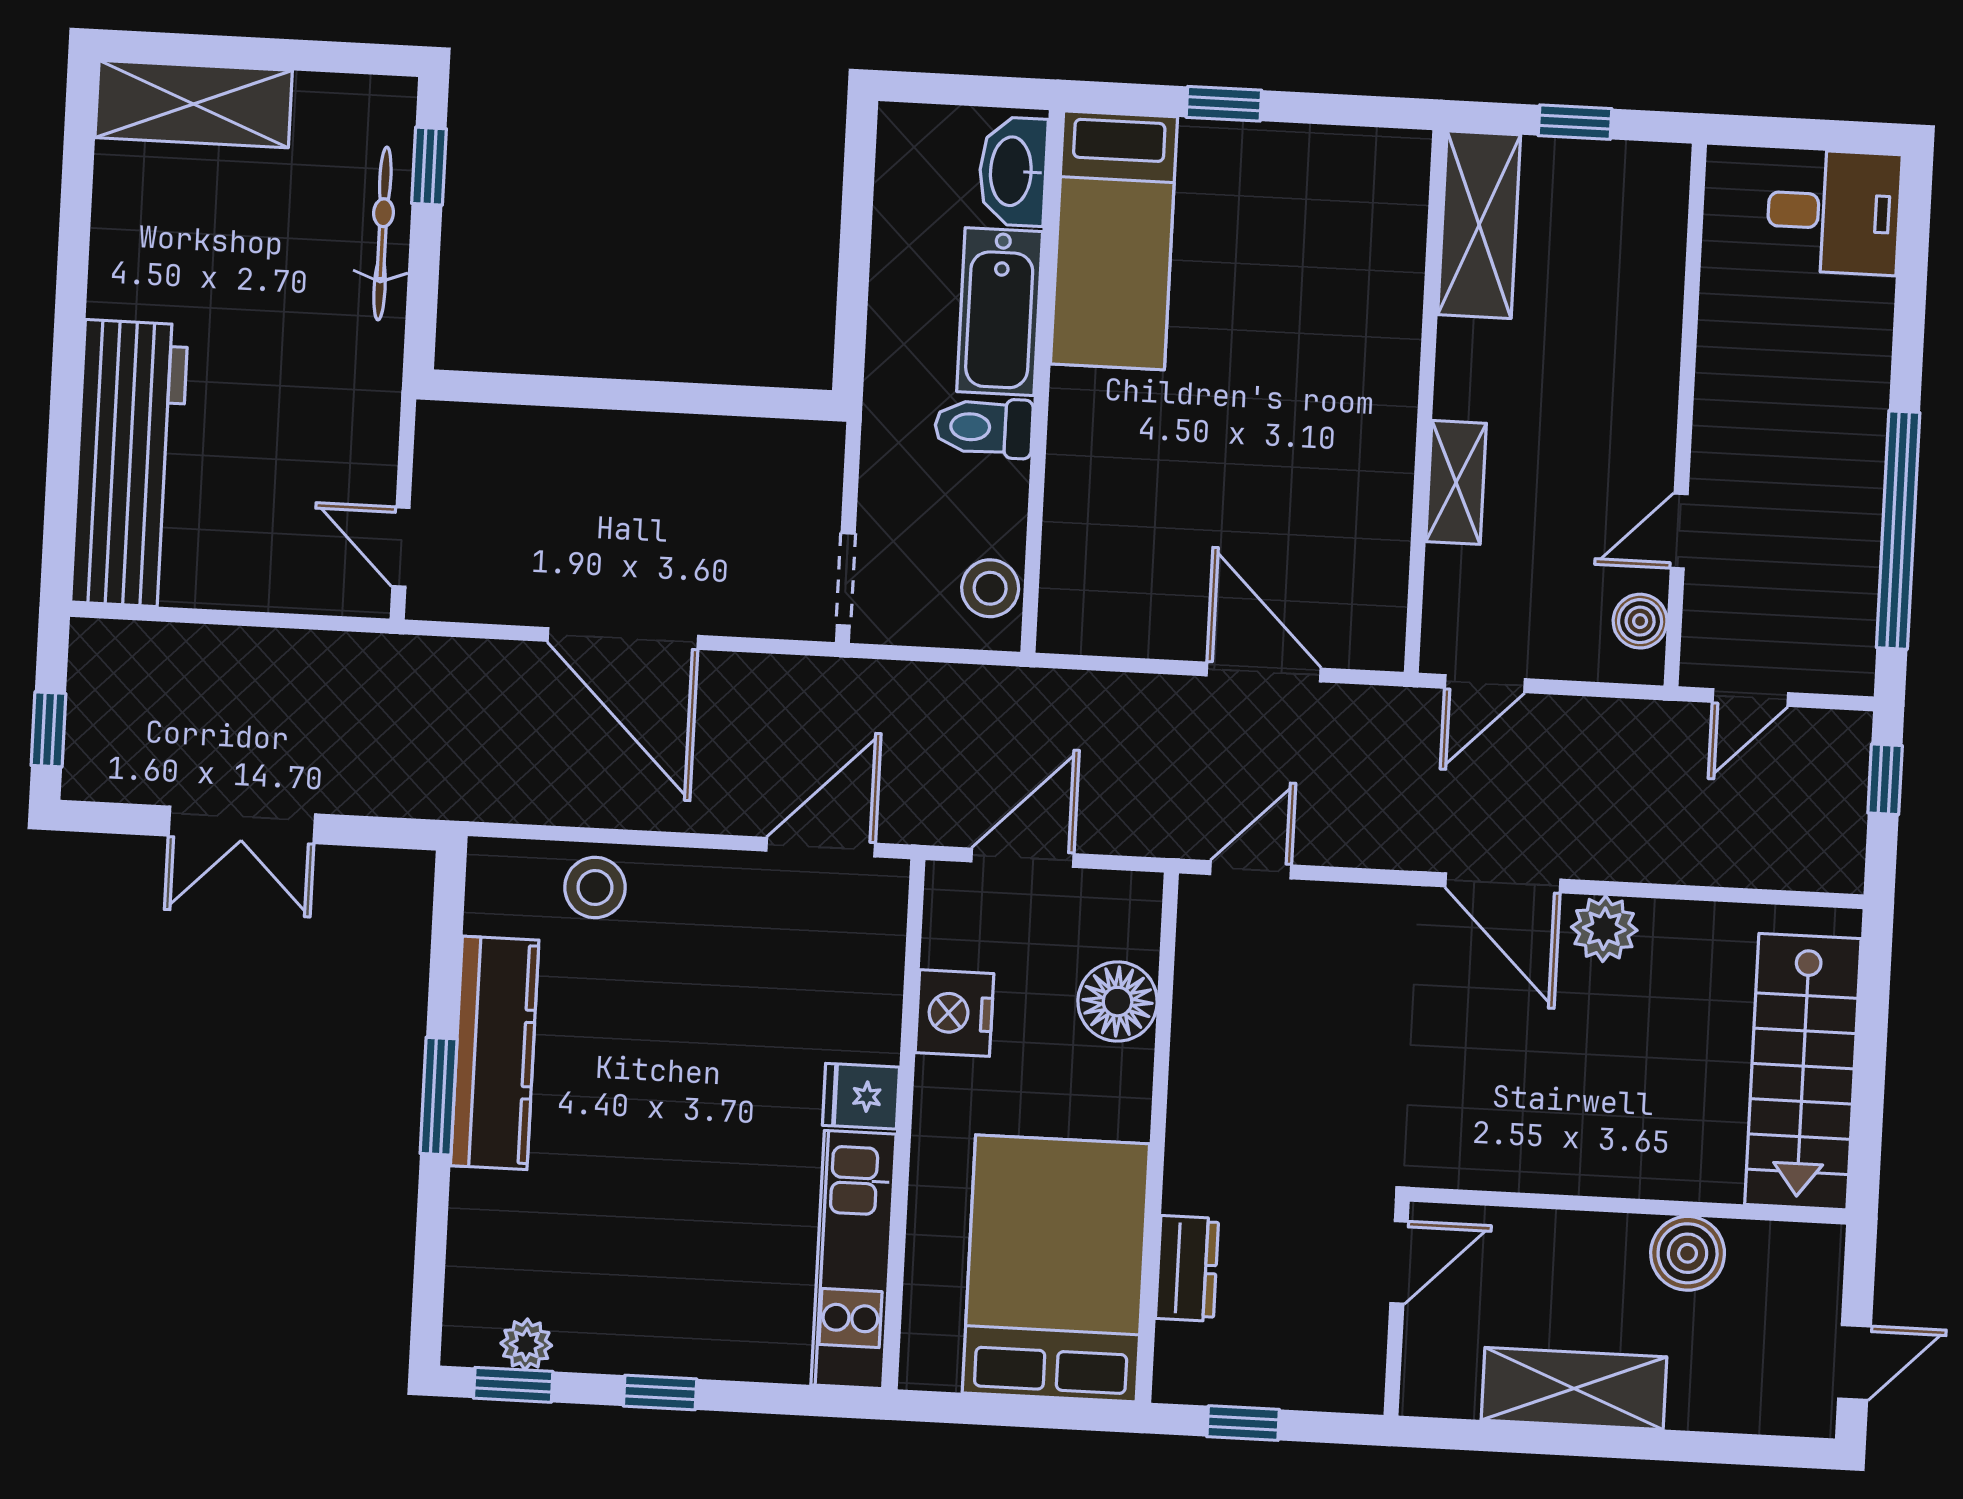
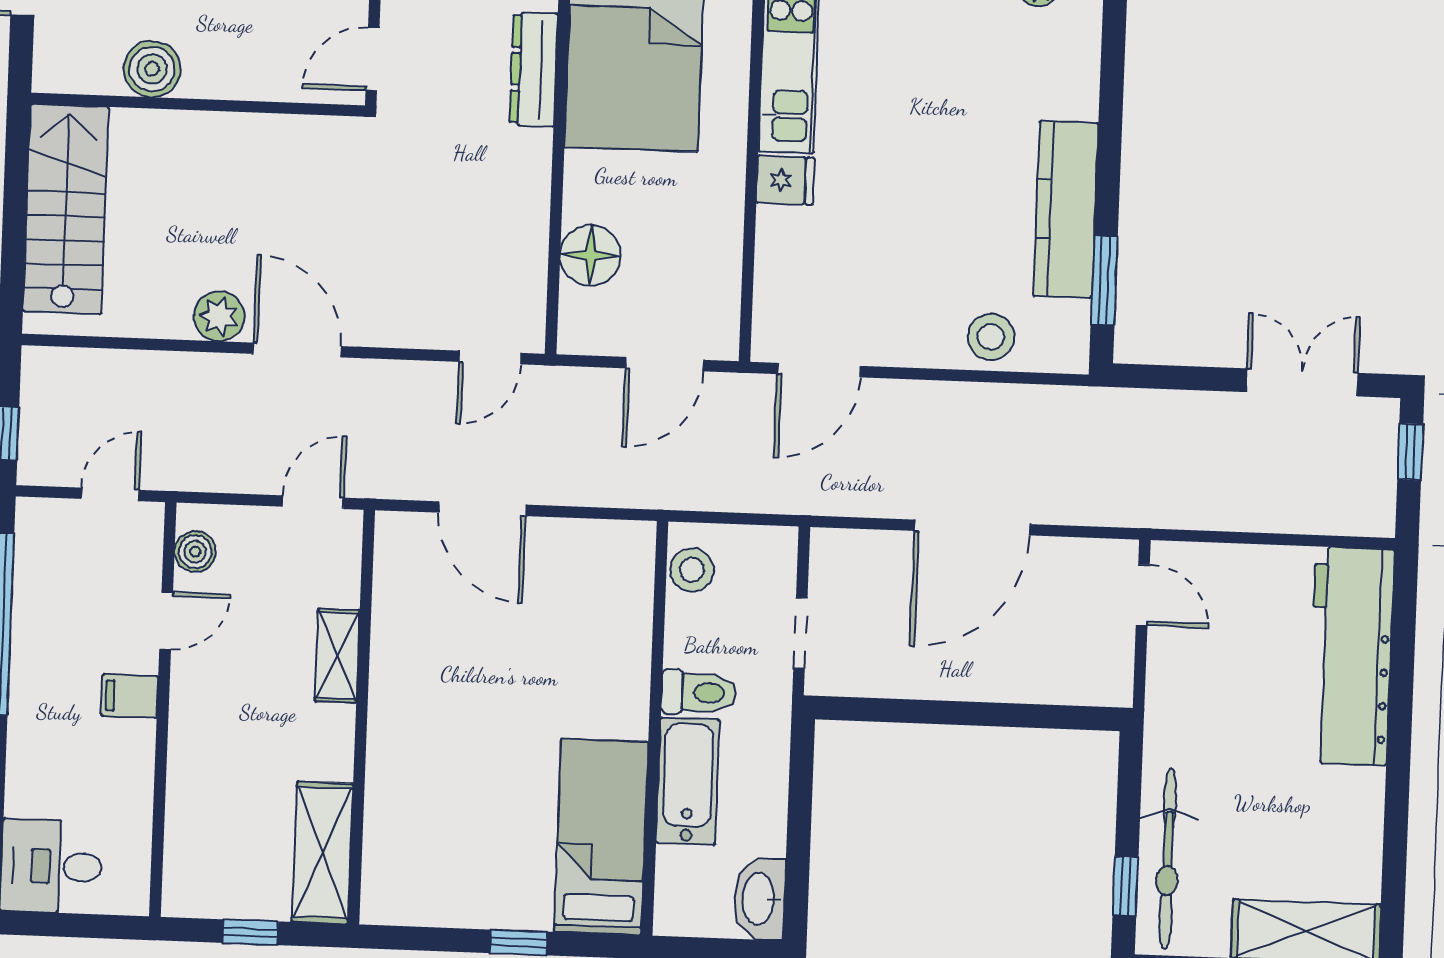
washbasin: (1013, 171) -> (759, 899), moved, turned 180
bicycle: (382, 234) -> (1168, 859), width x1.37, depth x1.40
filing cabinet: (1728, 433) -> (130, 696), added
doorway: (846, 579) -> (800, 633), moved
door: (623, 638) -> (972, 527), swing flipped
double door: (242, 825) -> (1302, 382), moved
nightstand: (955, 1013) -> (715, 245), removed
window: (439, 1096) -> (1104, 280), moved
dresser: (1187, 1268) -> (534, 69), width x1.44

